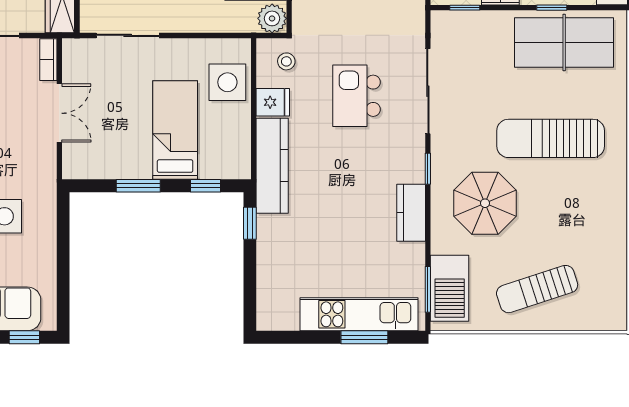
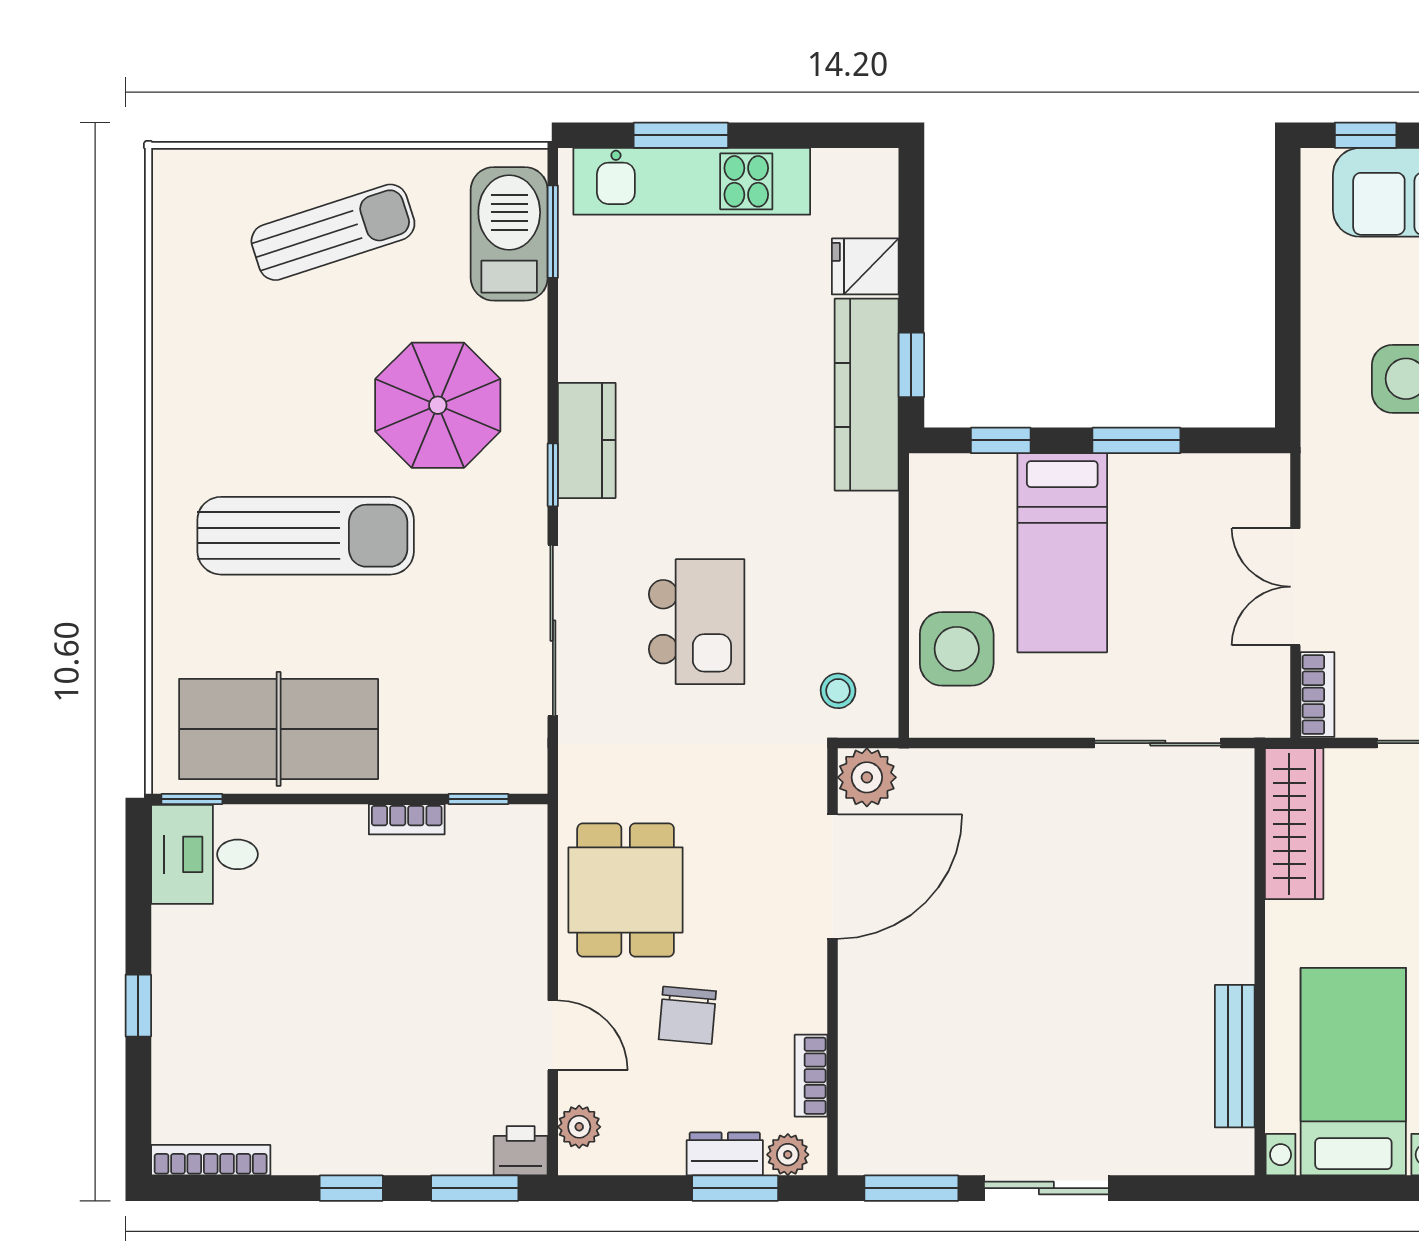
window: (552, 8) -> (192, 799), moved
fridge: (273, 102) -> (865, 266), moved
kitchen counter: (272, 166) -> (867, 395), moved
kitchen counter: (411, 213) -> (587, 440), moved

